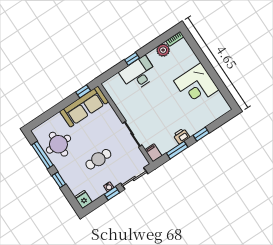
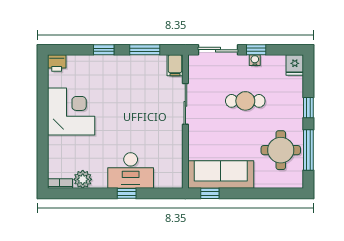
printer: (181, 136) -> (57, 63), moved

